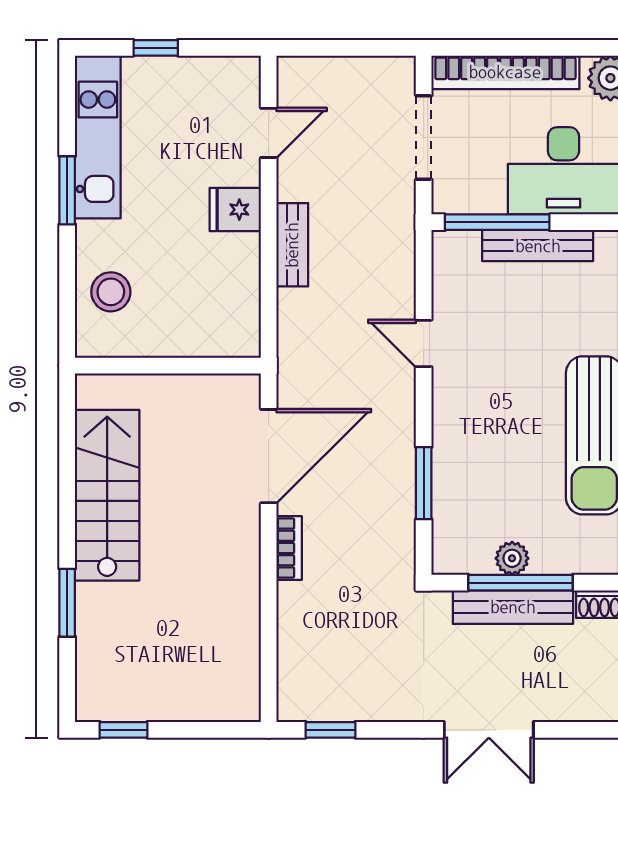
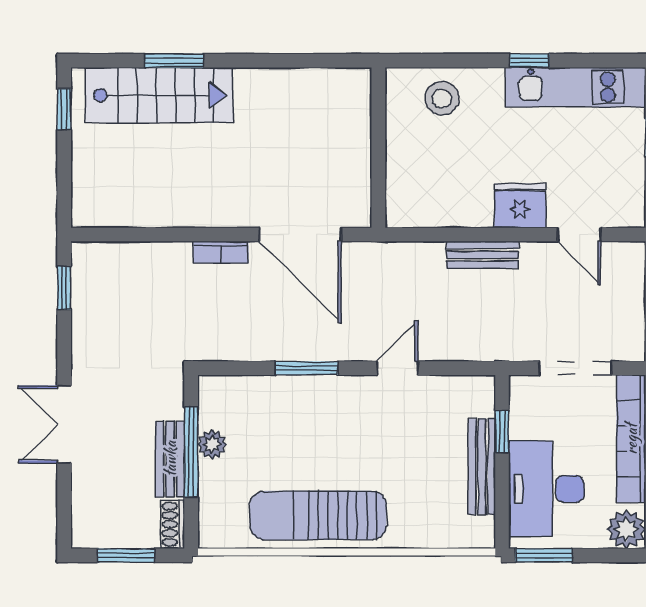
window: (67, 190) -> (529, 61), width x0.67
fridge: (235, 210) -> (520, 206), width x1.38
window: (497, 222) -> (502, 432), width x0.46
window: (424, 483) -> (306, 368), moved
stairs: (107, 495) -> (159, 95), moved
bench: (513, 607) -> (170, 459), width x0.73

